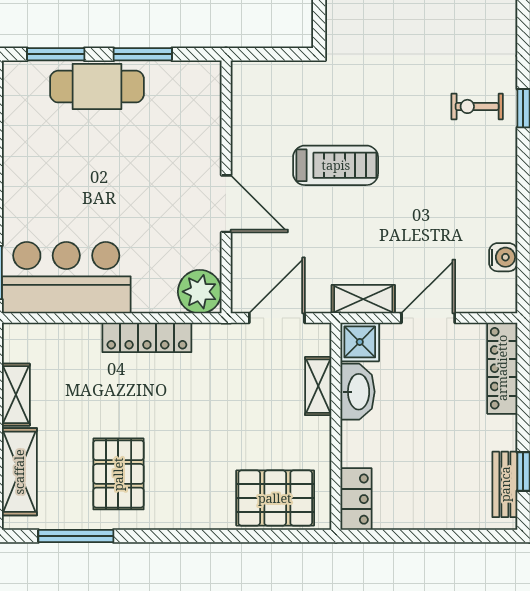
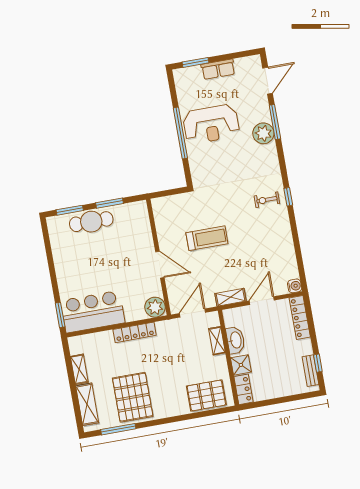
water cooler: (503, 257) -> (295, 286), moved
shower: (360, 342) -> (241, 365), moved
pallet: (118, 474) -> (133, 397), width x1.37, depth x1.41

